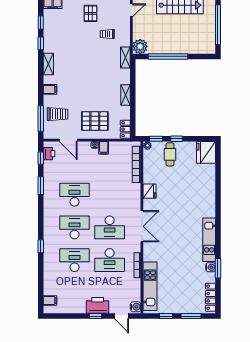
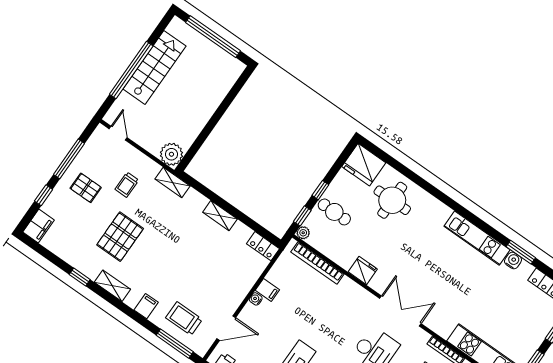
window: (41, 23) -> (53, 259), removed
window: (168, 56) -> (209, 128), removed
trolley: (58, 114) -> (184, 319), turned -90
pallet: (95, 121) -> (120, 237), moved
round table: (198, 181) -> (392, 200), added

